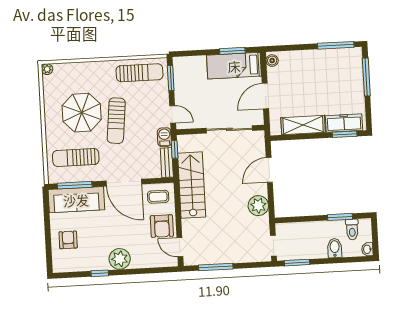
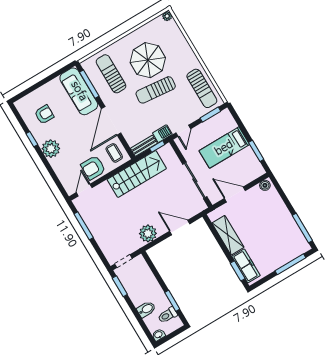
bed: (234, 66) -> (224, 148), moved, turned -90
armchair: (68, 240) -> (44, 114), moved

